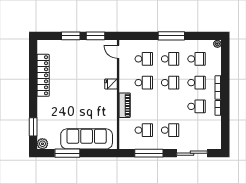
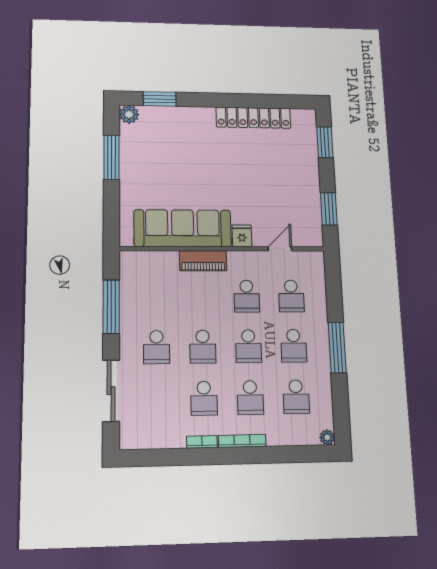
window: (71, 36) -> (325, 142), moved
door: (118, 52) -> (280, 249), moved
school desk: (144, 130) -> (203, 347), moved
sofa: (87, 139) -> (183, 228), moved, turned -90

